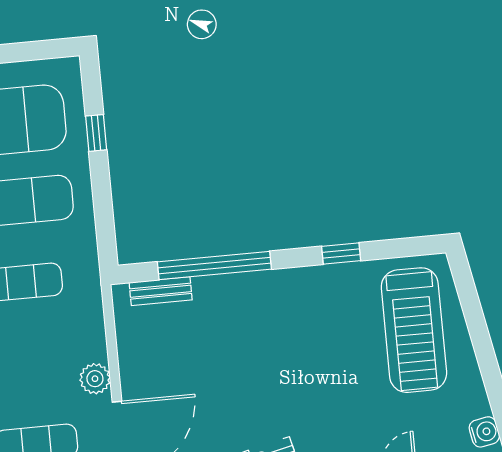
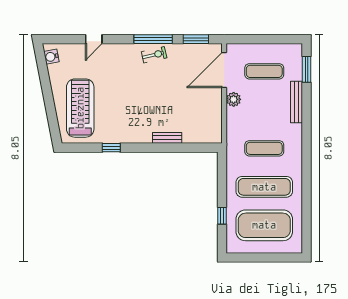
window: (214, 266) -> (172, 148), removed
bench: (161, 291) -> (167, 138), moved

